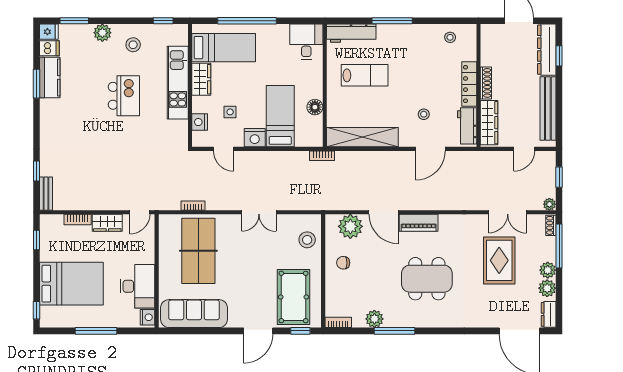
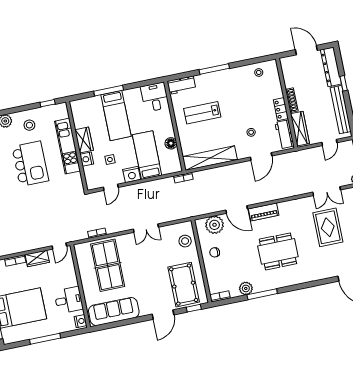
window: (247, 21) -> (109, 91), width x0.68
workbench: (351, 33) -> (181, 85), width x0.73
bed: (224, 48) -> (116, 116), moved, turned 90
window: (559, 56) -> (344, 83), moved
lab bench: (365, 75) -> (202, 113), turned 180
locker: (469, 84) -> (281, 109), width x0.66
kitchen island: (124, 96) -> (30, 164), width x1.37, depth x1.28
nightstand: (200, 122) -> (87, 159), moved
door: (224, 149) -> (111, 187), hinge flipped
desk: (138, 286) -> (69, 300), width x0.73

